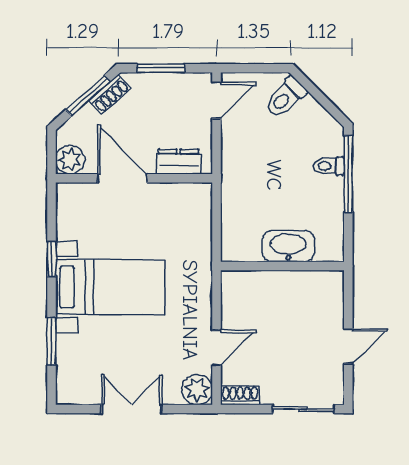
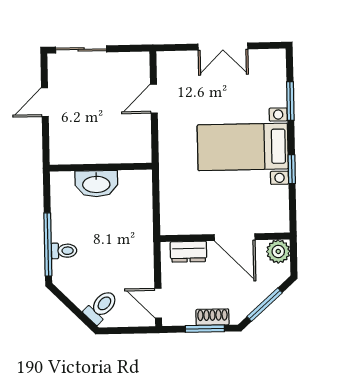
shoe rack: (110, 94) -> (212, 317), moved, turned 42
door: (216, 100) -> (158, 303), hinge flipped
plant: (197, 390) -> (169, 64), removed
shoe rack: (240, 395) -> (134, 60), removed

